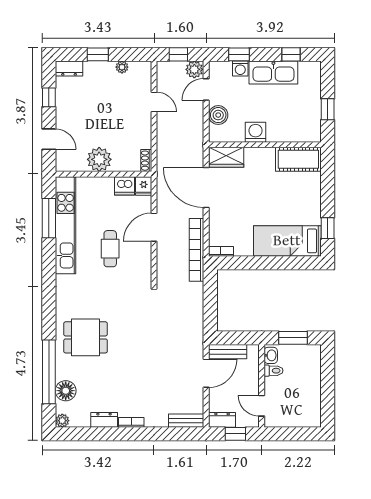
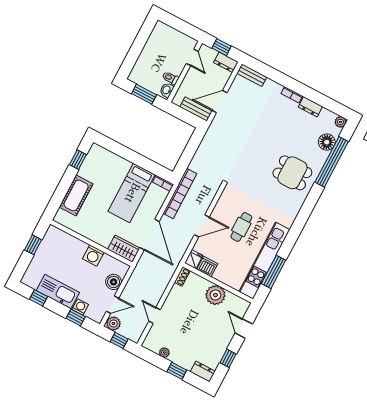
cot: (298, 159) -> (76, 195), moved, turned 90
bed: (287, 241) -> (132, 193), moved, turned 90

